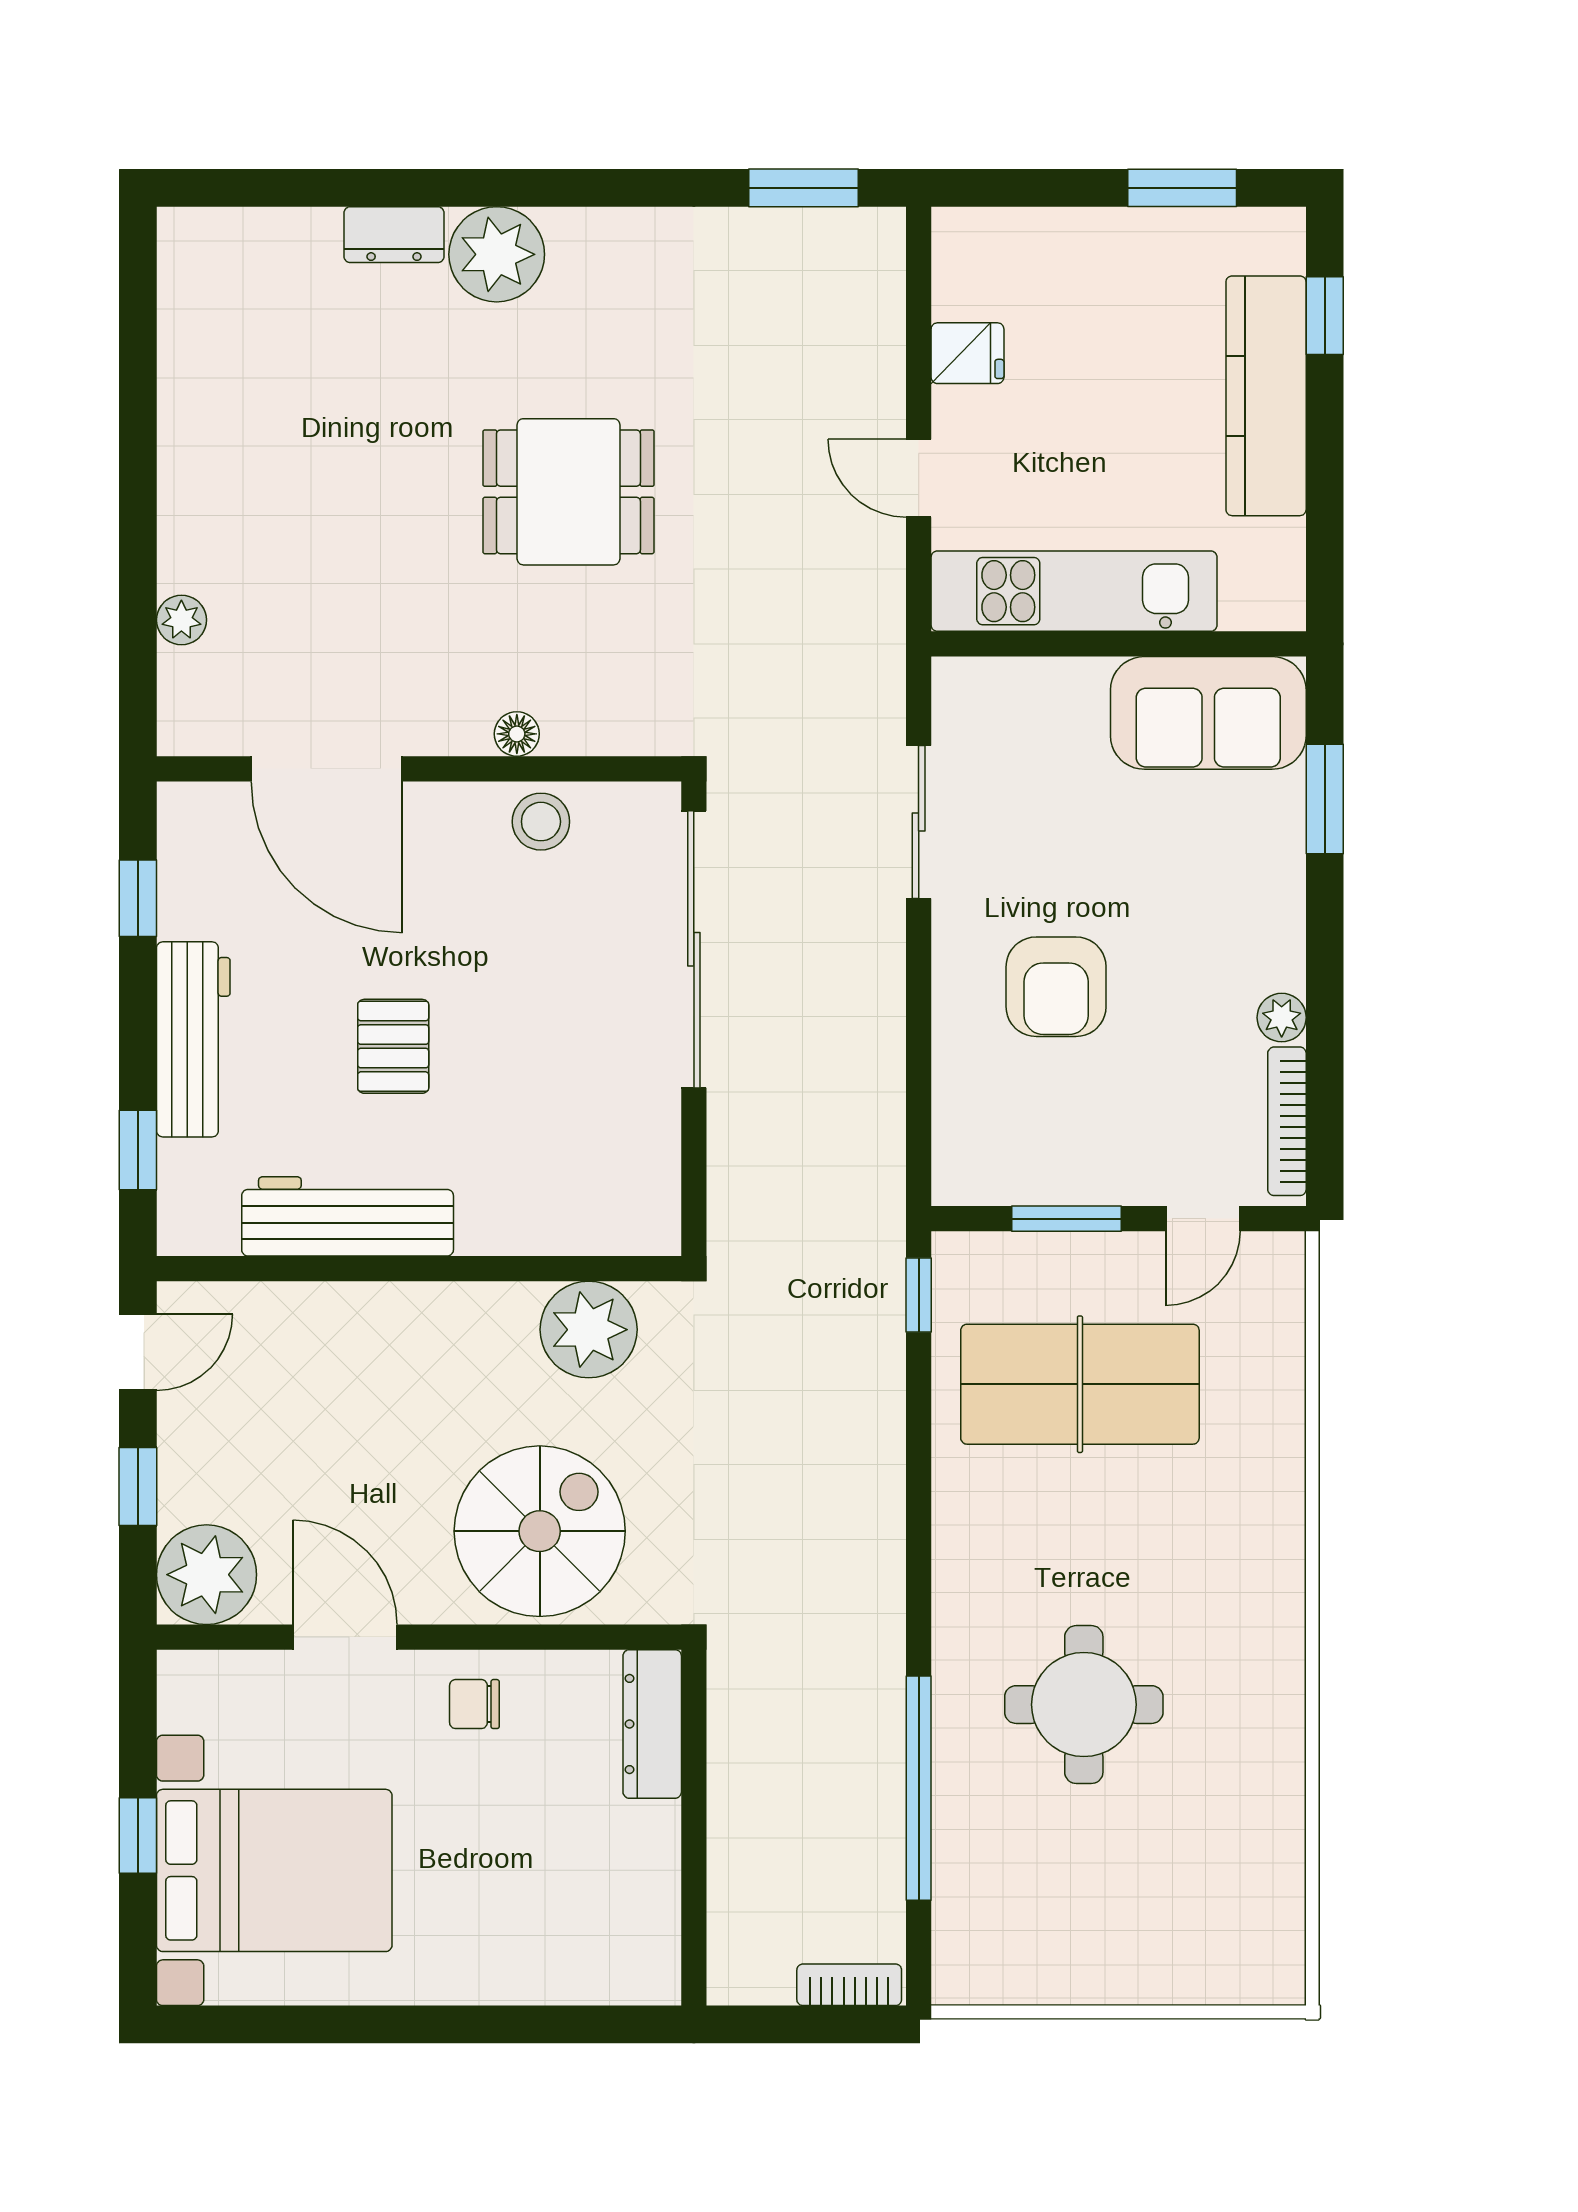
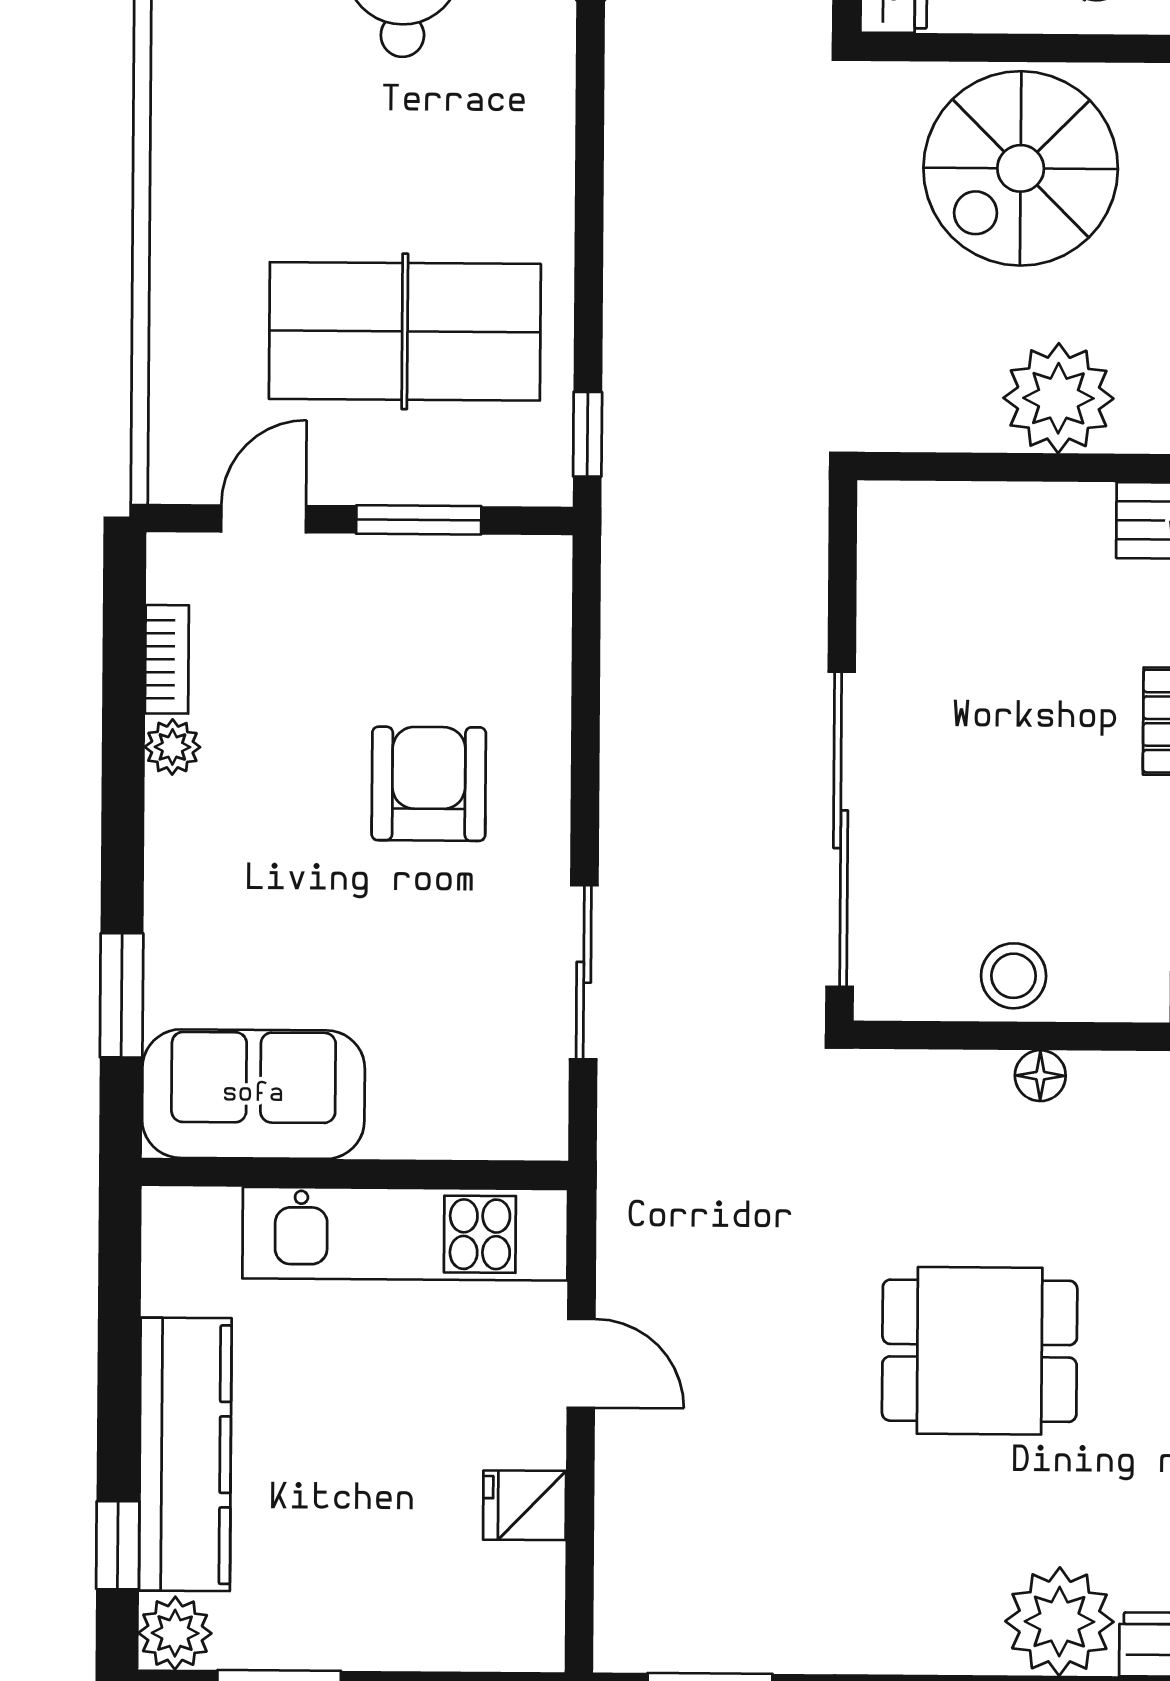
plant: (1274, 239) -> (175, 1633), added
bookcase: (1287, 1121) -> (167, 659), width x0.64
plant: (589, 1330) -> (1058, 398), moved

